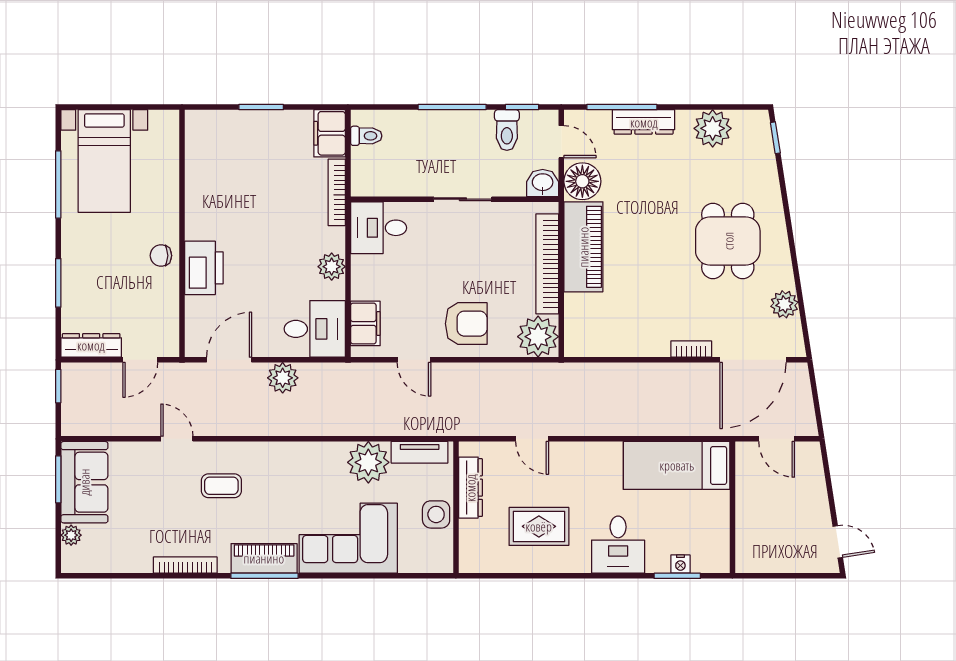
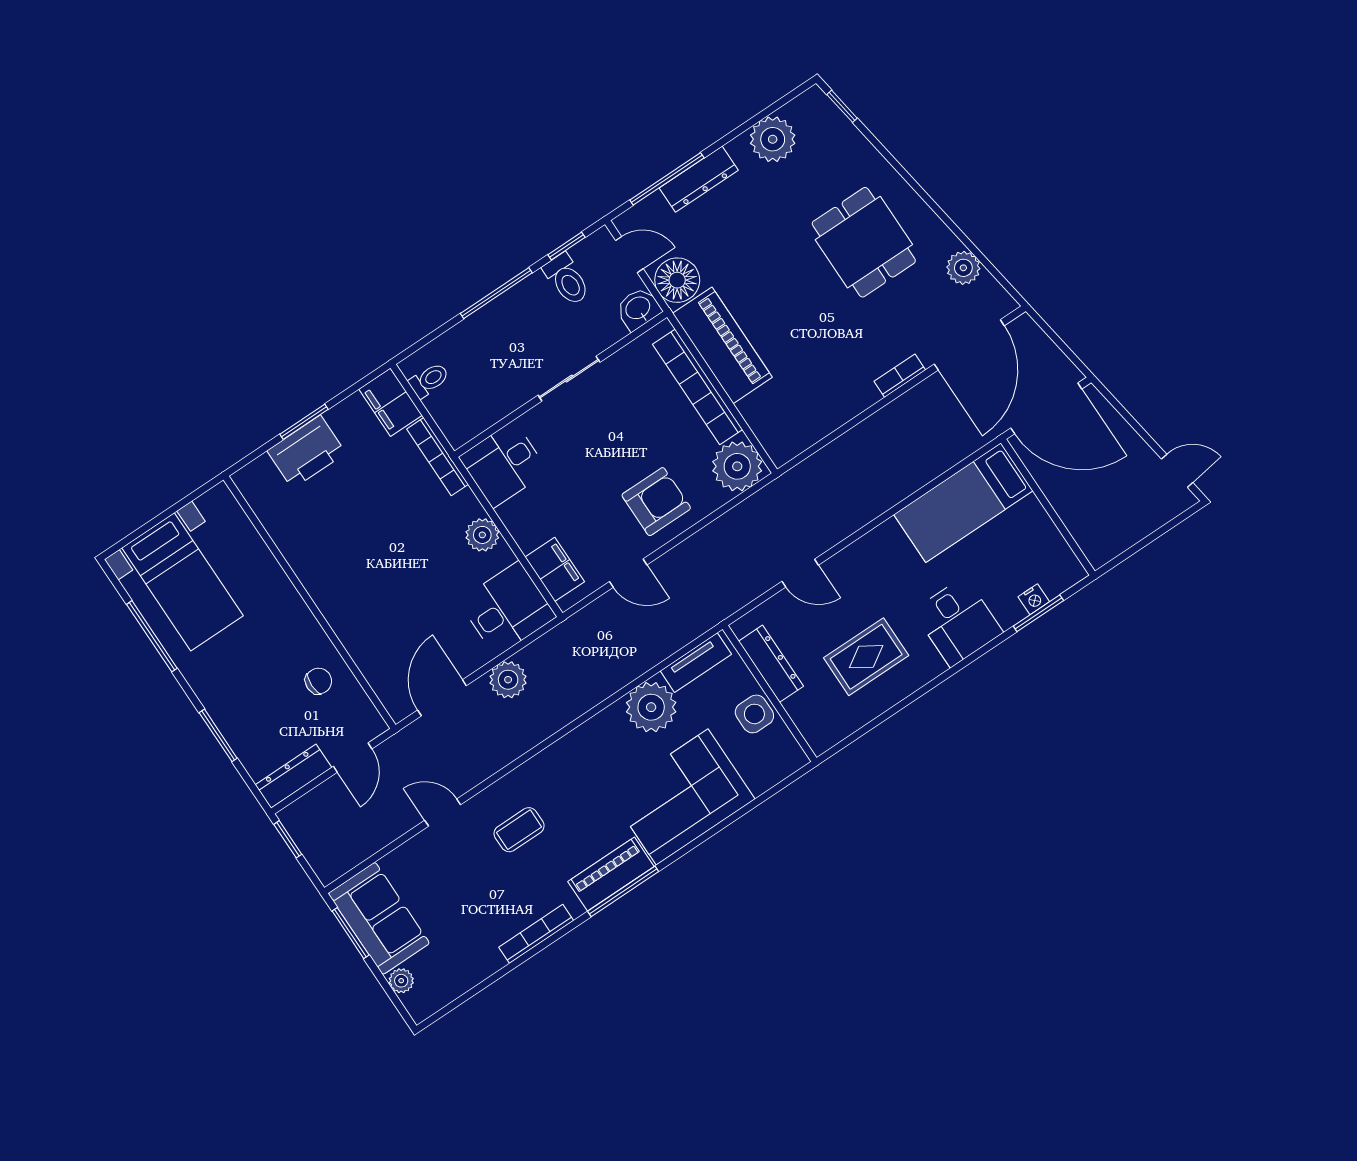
chair: (161, 256) -> (318, 681), moved, turned 180
printer: (204, 268) -> (306, 452), moved, turned 90
door: (777, 439) -> (1046, 408), width x1.88

